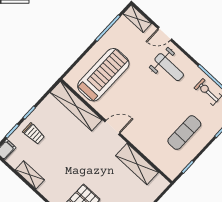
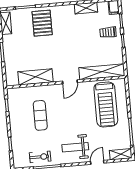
exercise mat: (184, 133) -> (40, 115), moved

